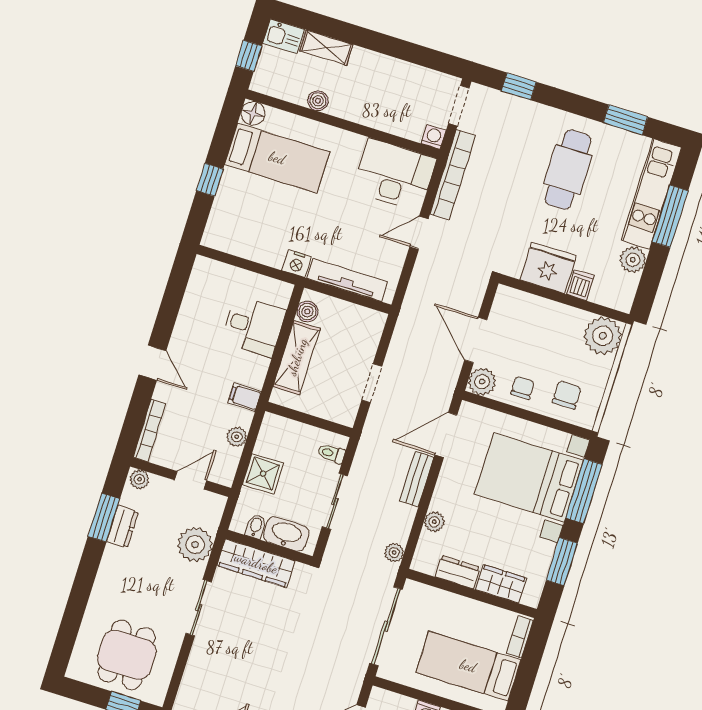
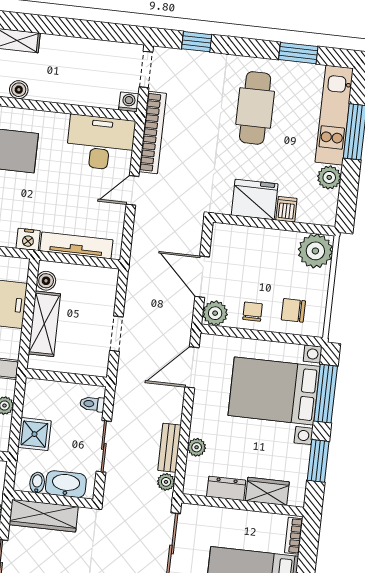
chair: (567, 395) -> (293, 310), turned -90
bench: (417, 479) -> (169, 448), moved

